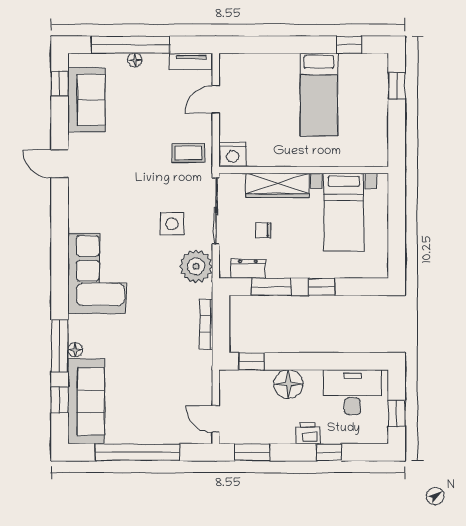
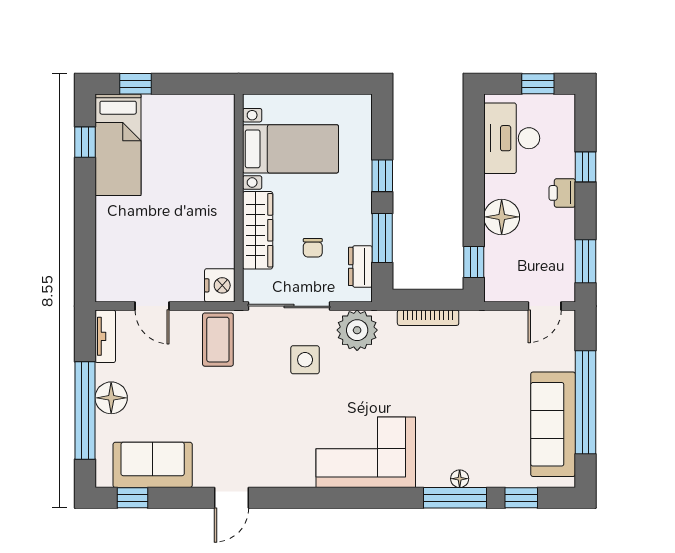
floor lamp: (135, 60) -> (111, 398), width x1.89, depth x1.89
bed: (319, 94) -> (118, 145), moved, turned 90
coffee table: (188, 153) -> (218, 340), width x1.36, depth x1.30
sofa: (86, 401) -> (553, 424), moved, turned -90

